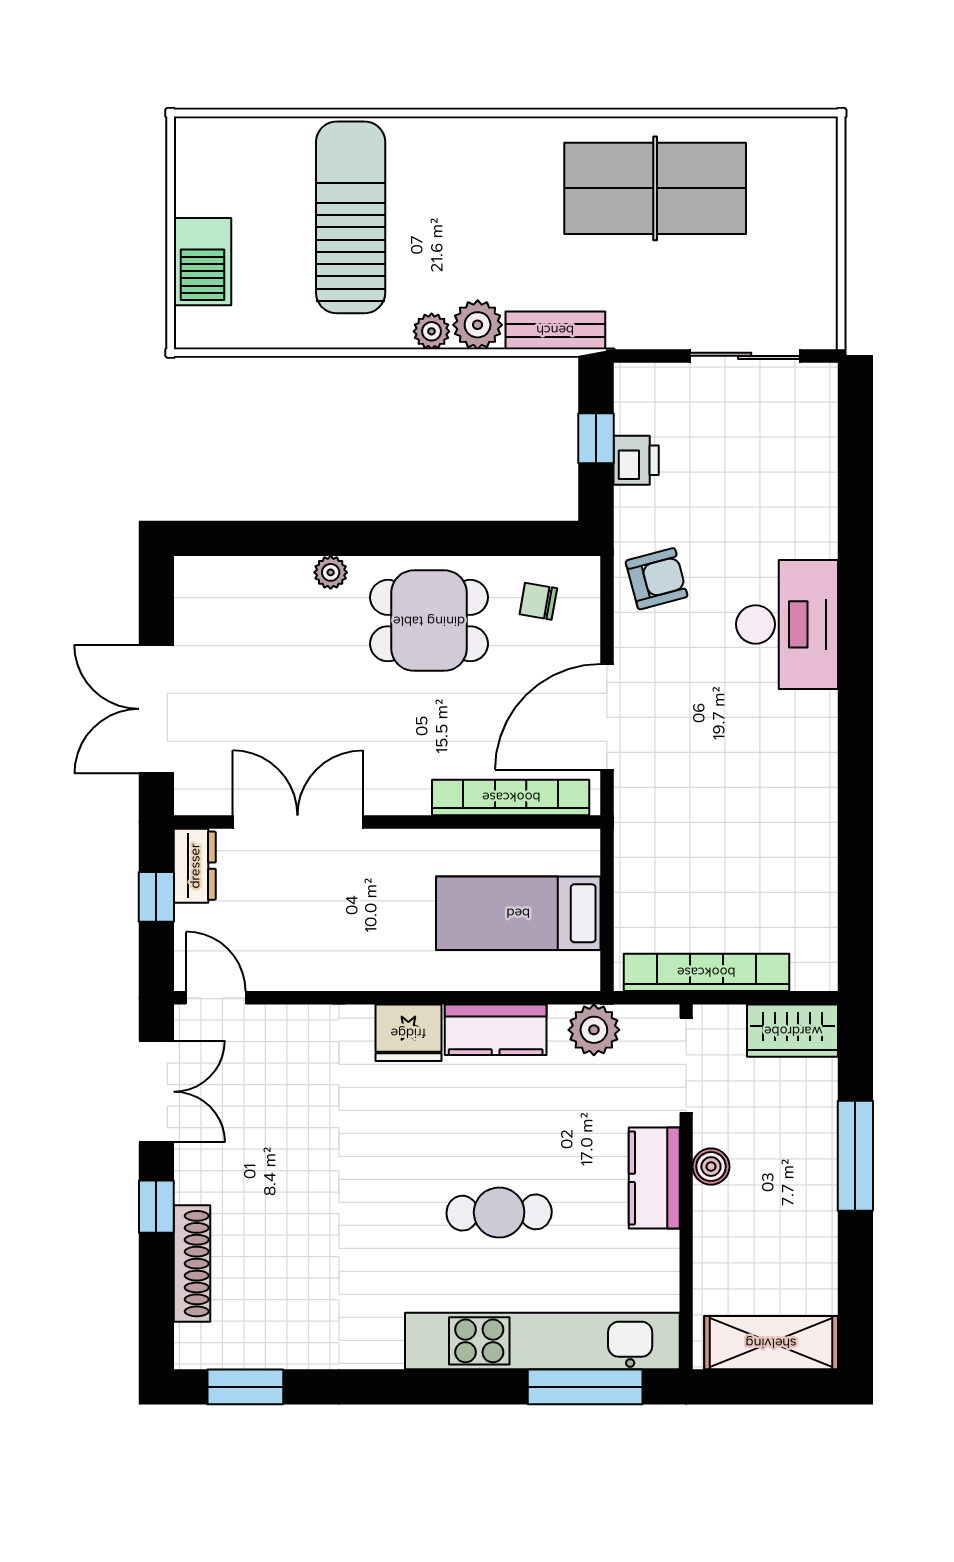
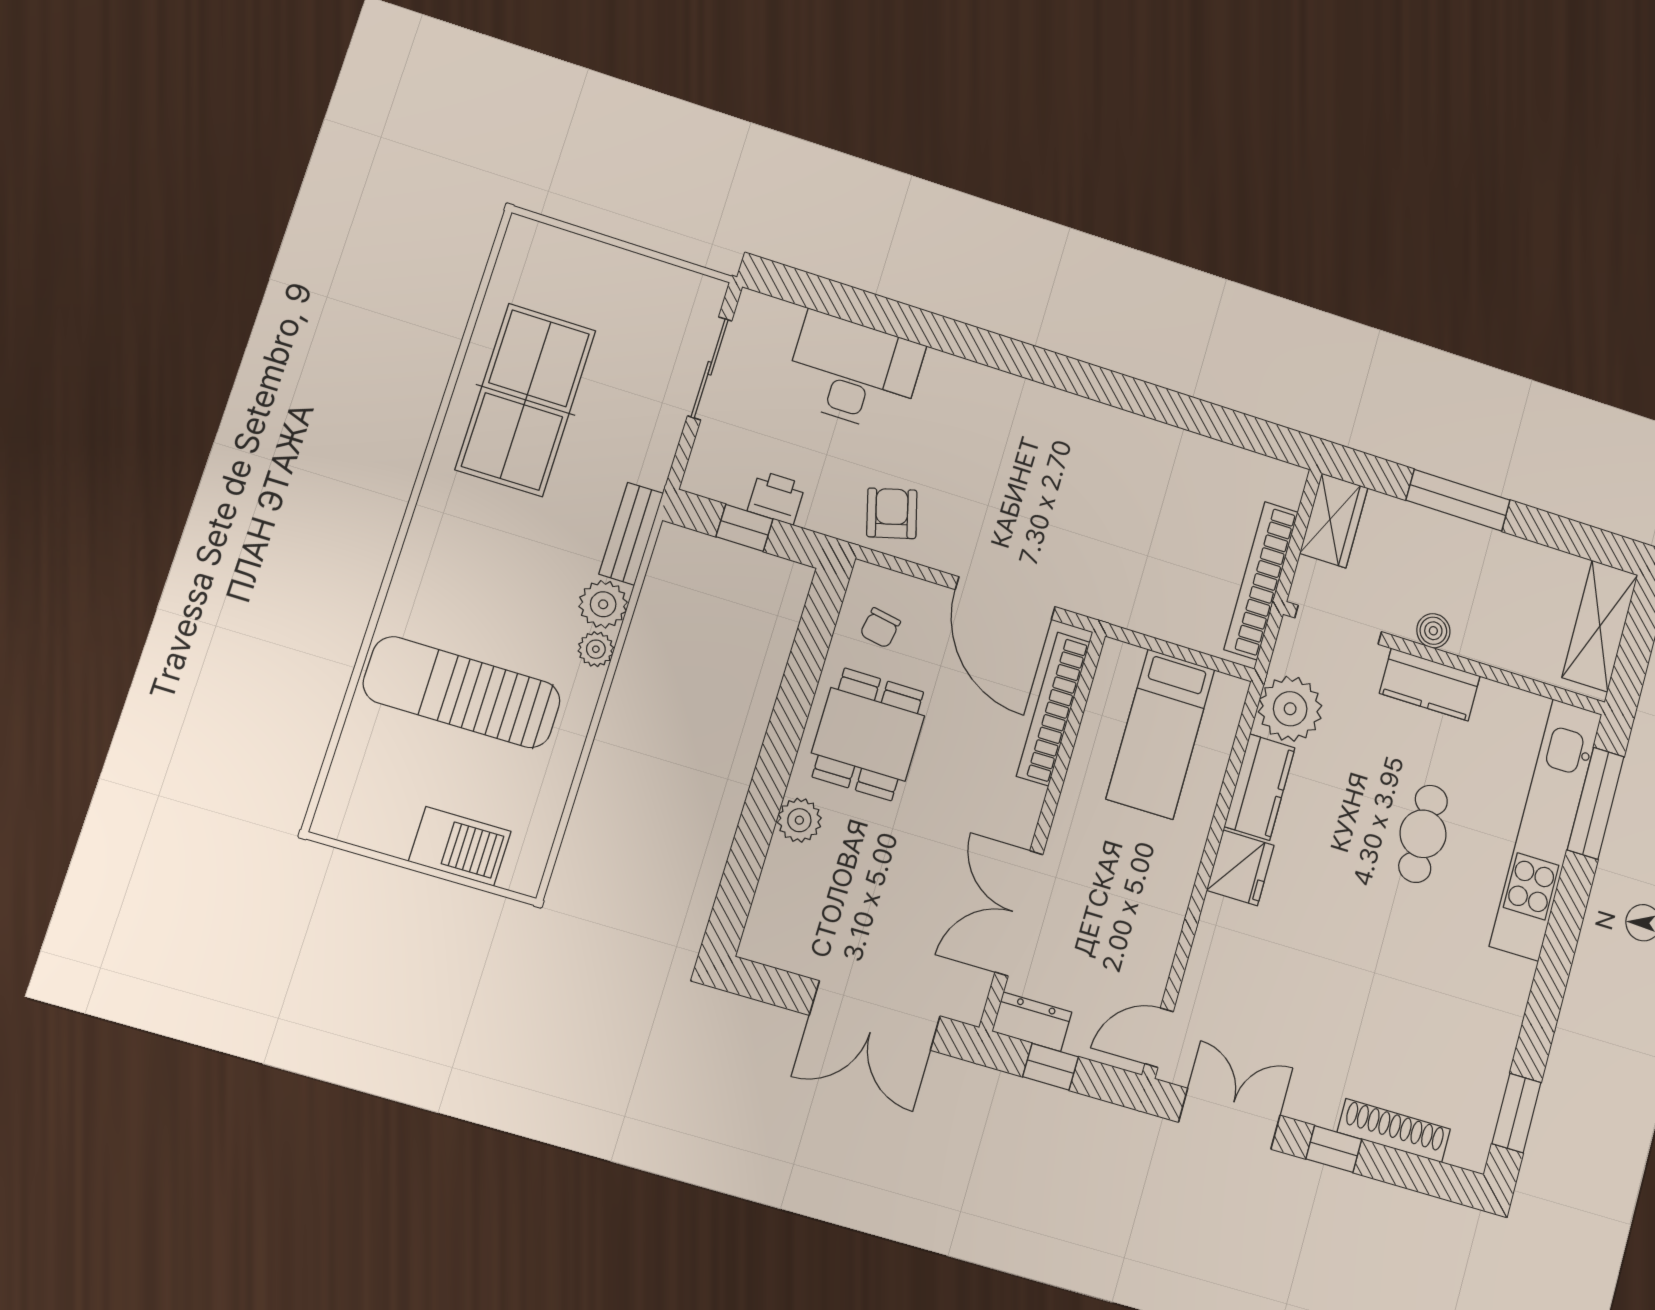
plant: (331, 572) -> (799, 820), width x1.38, depth x1.38
desk: (787, 624) -> (854, 372), moved
plant: (594, 1030) -> (1290, 709), width x1.36, depth x1.36

